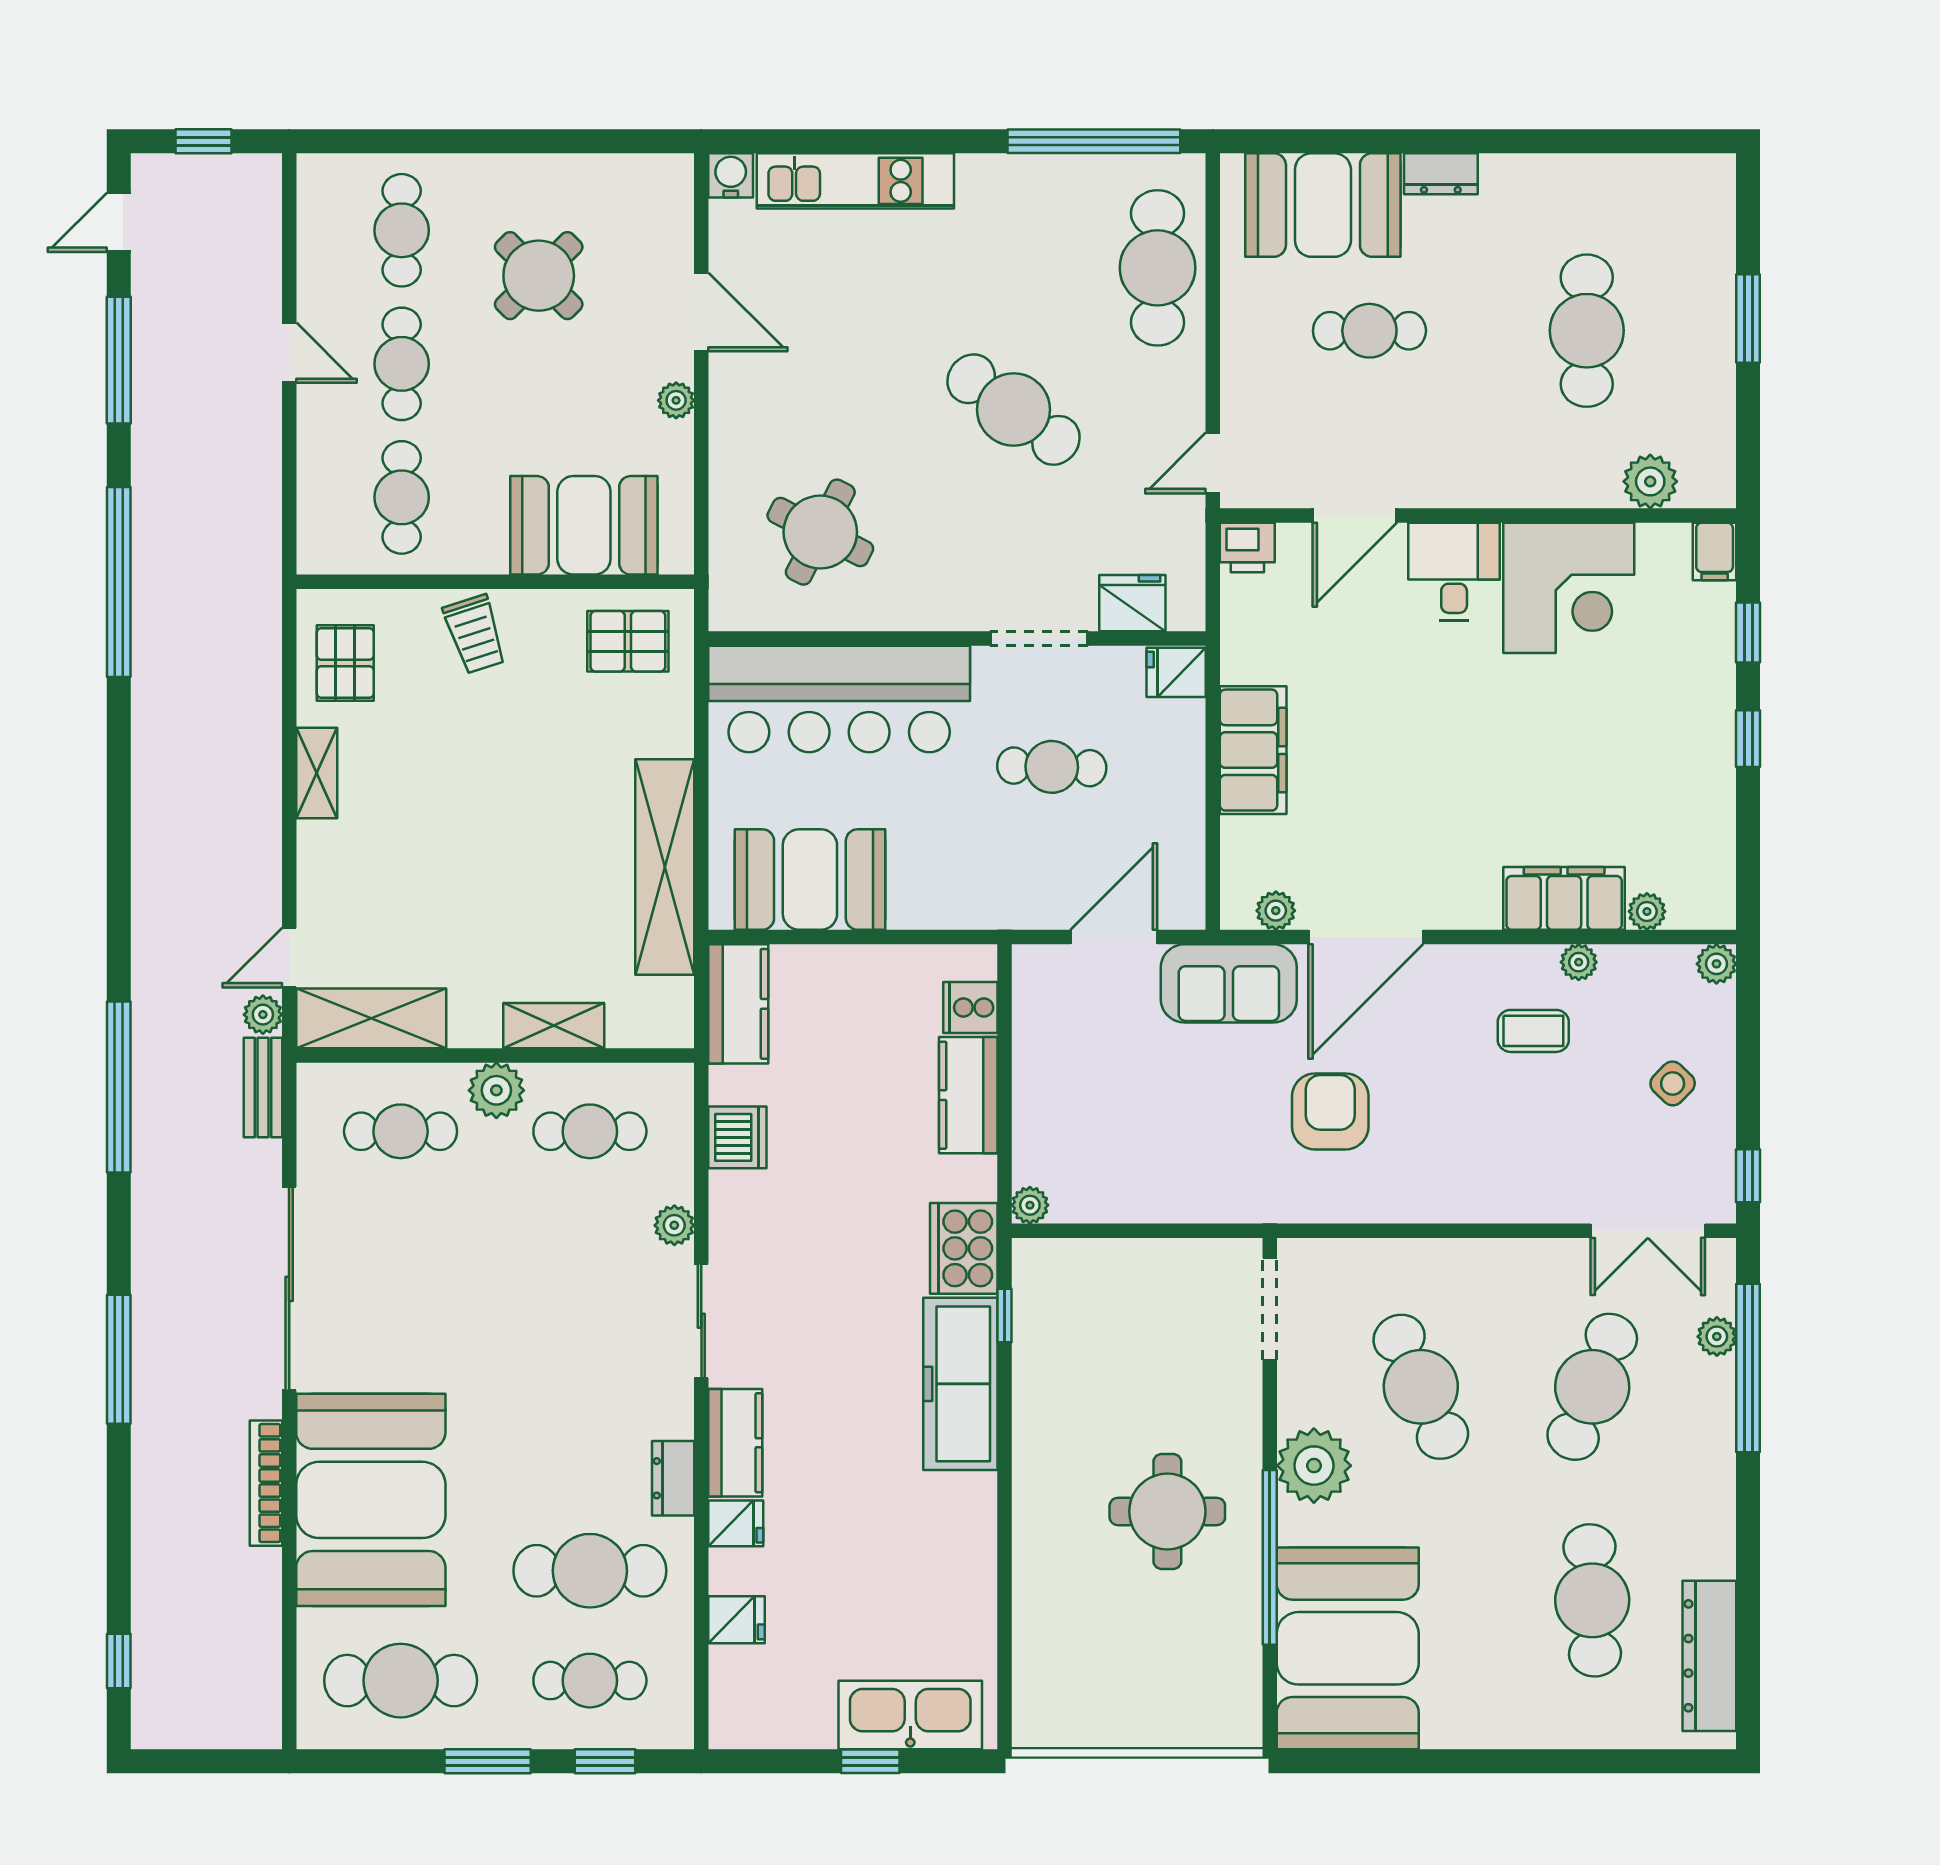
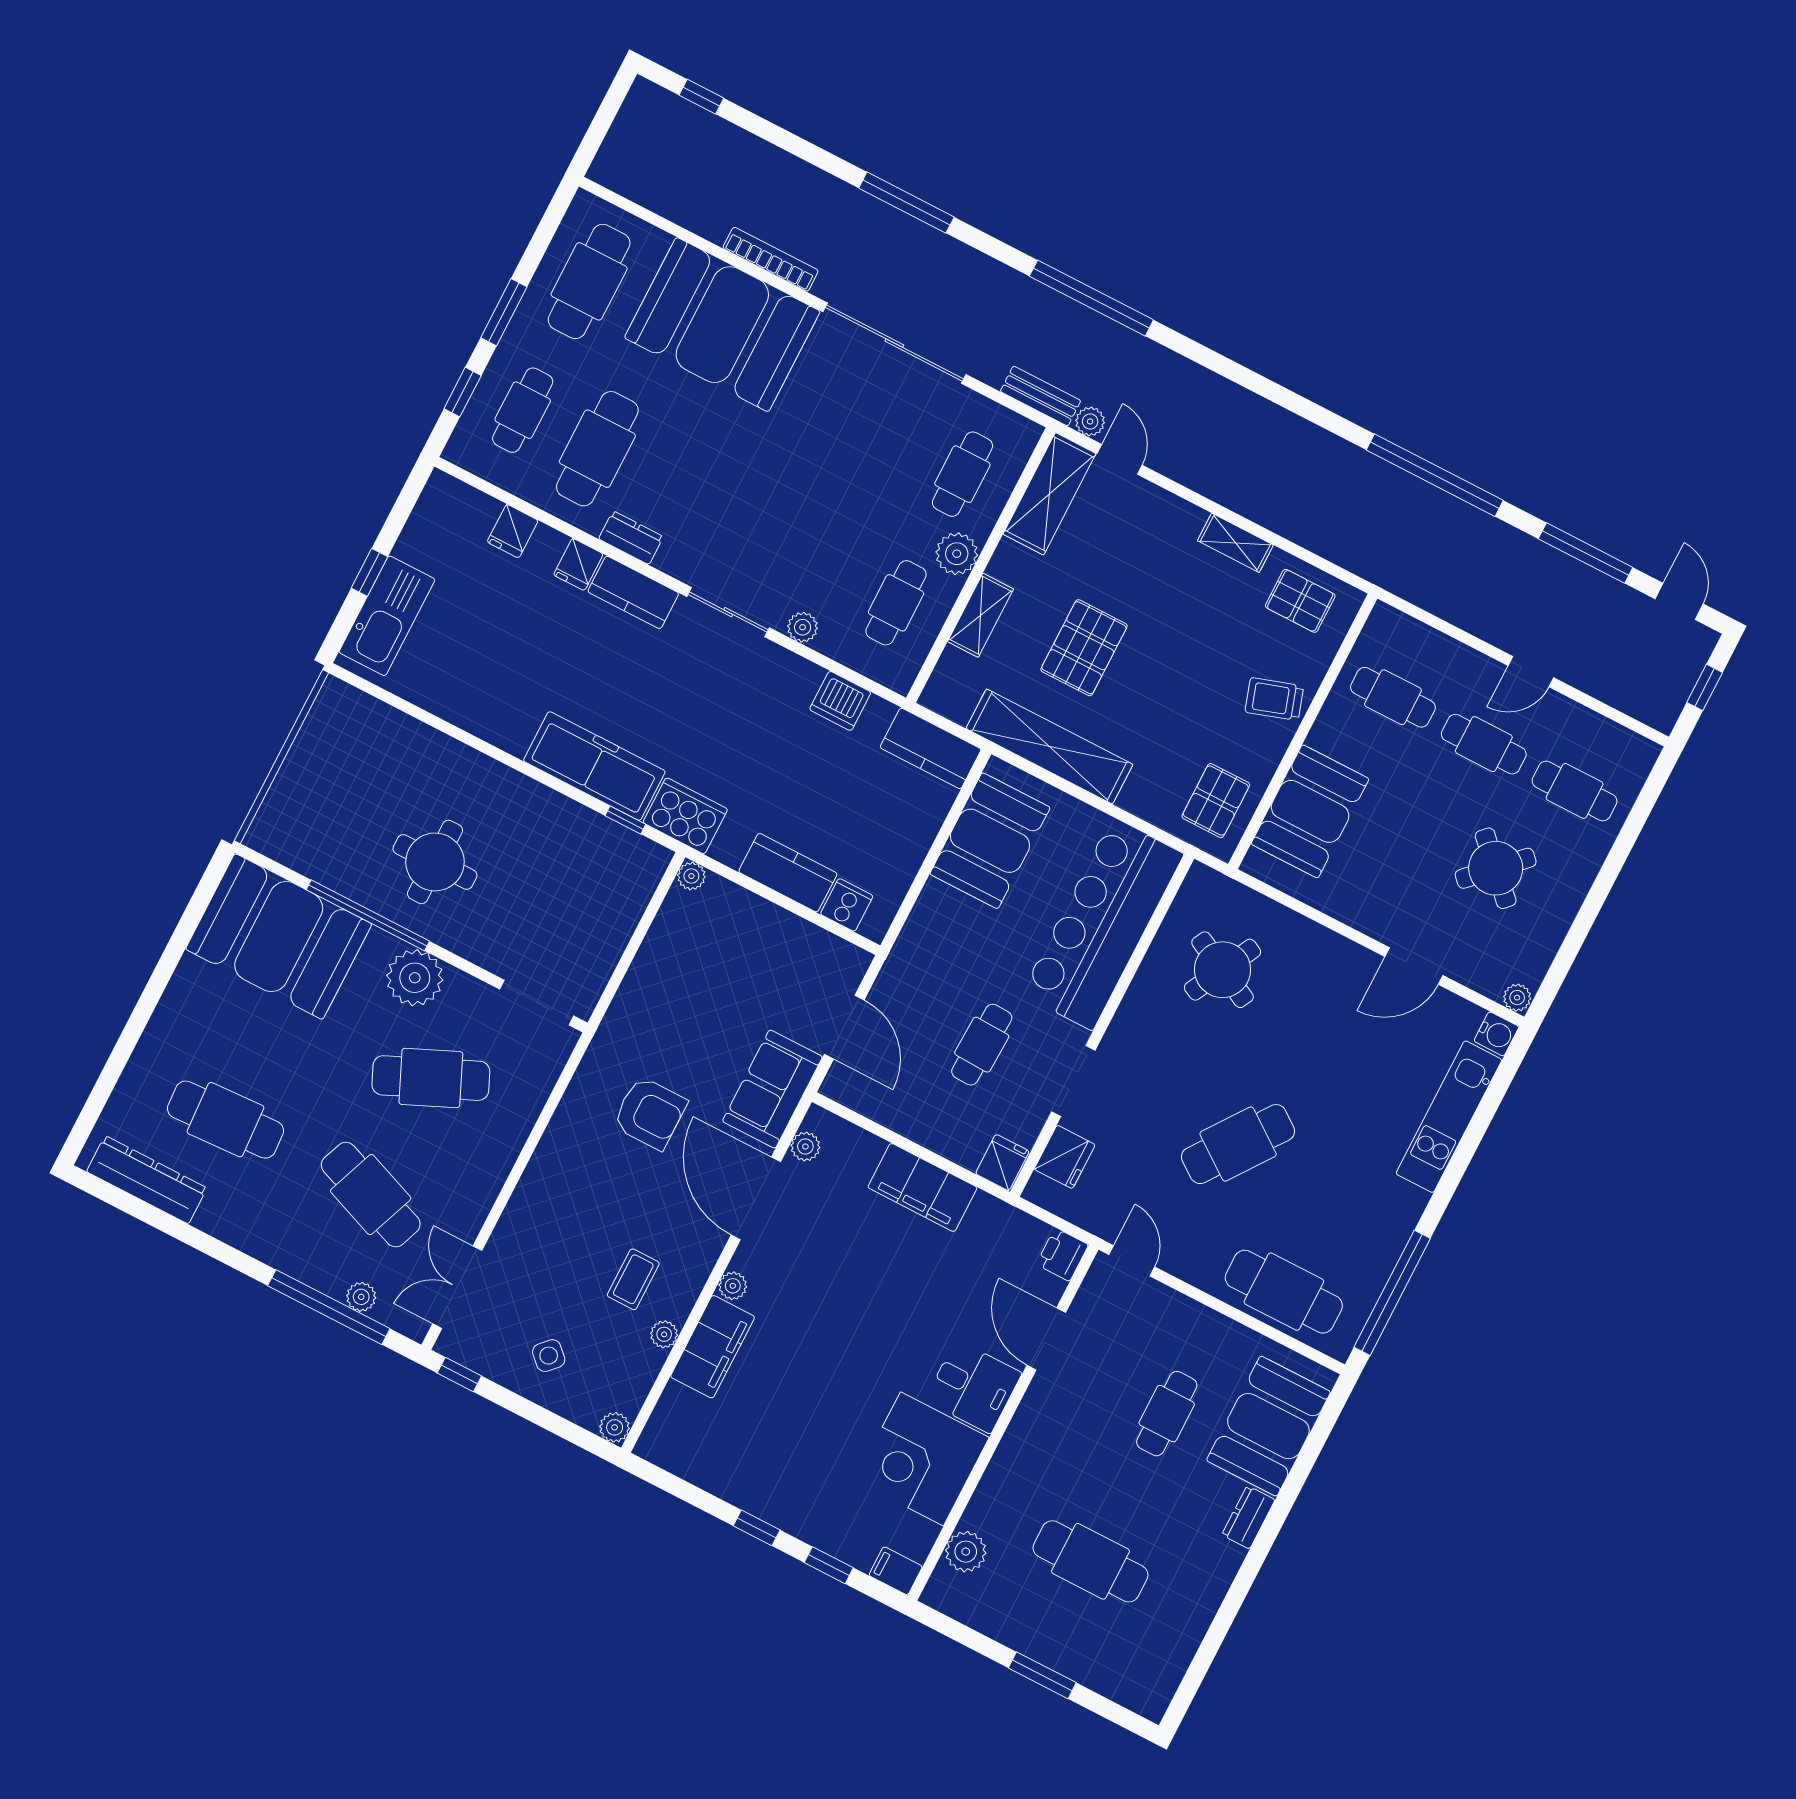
plant: (676, 400) -> (1517, 998), moved
pallet: (529, 886) -> (1084, 648), added
plant: (1647, 911) -> (733, 1286), moved

